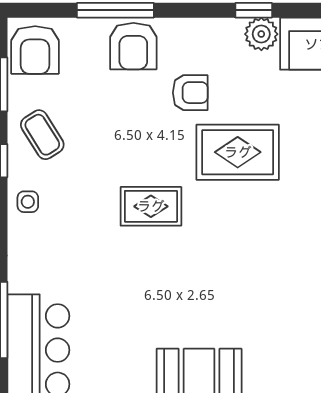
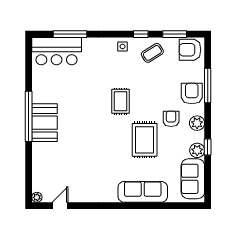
plant: (200, 34) -> (197, 123), added
armchair: (133, 46) -> (192, 93), turned 90
armchair: (190, 93) -> (171, 119), turned 180

